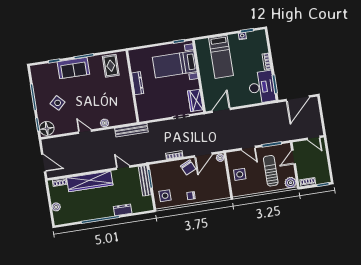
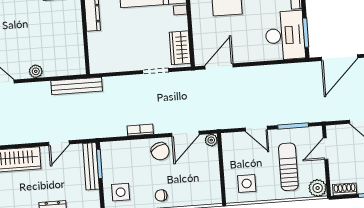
door: (123, 168) -> (59, 143), swing flipped
side table: (240, 174) -> (247, 184), moved

